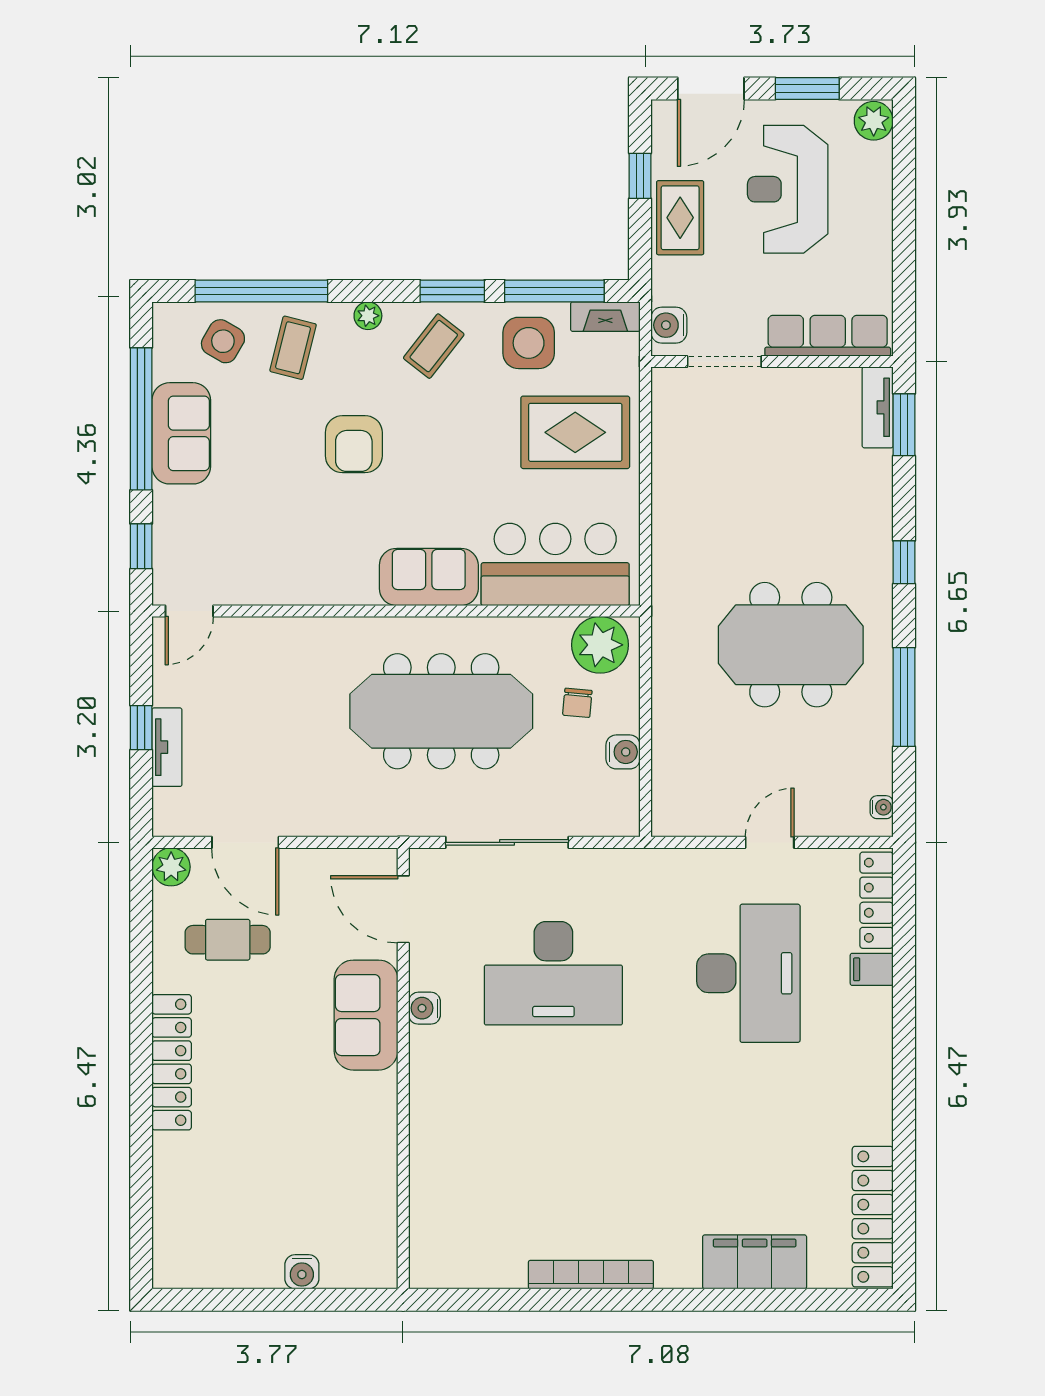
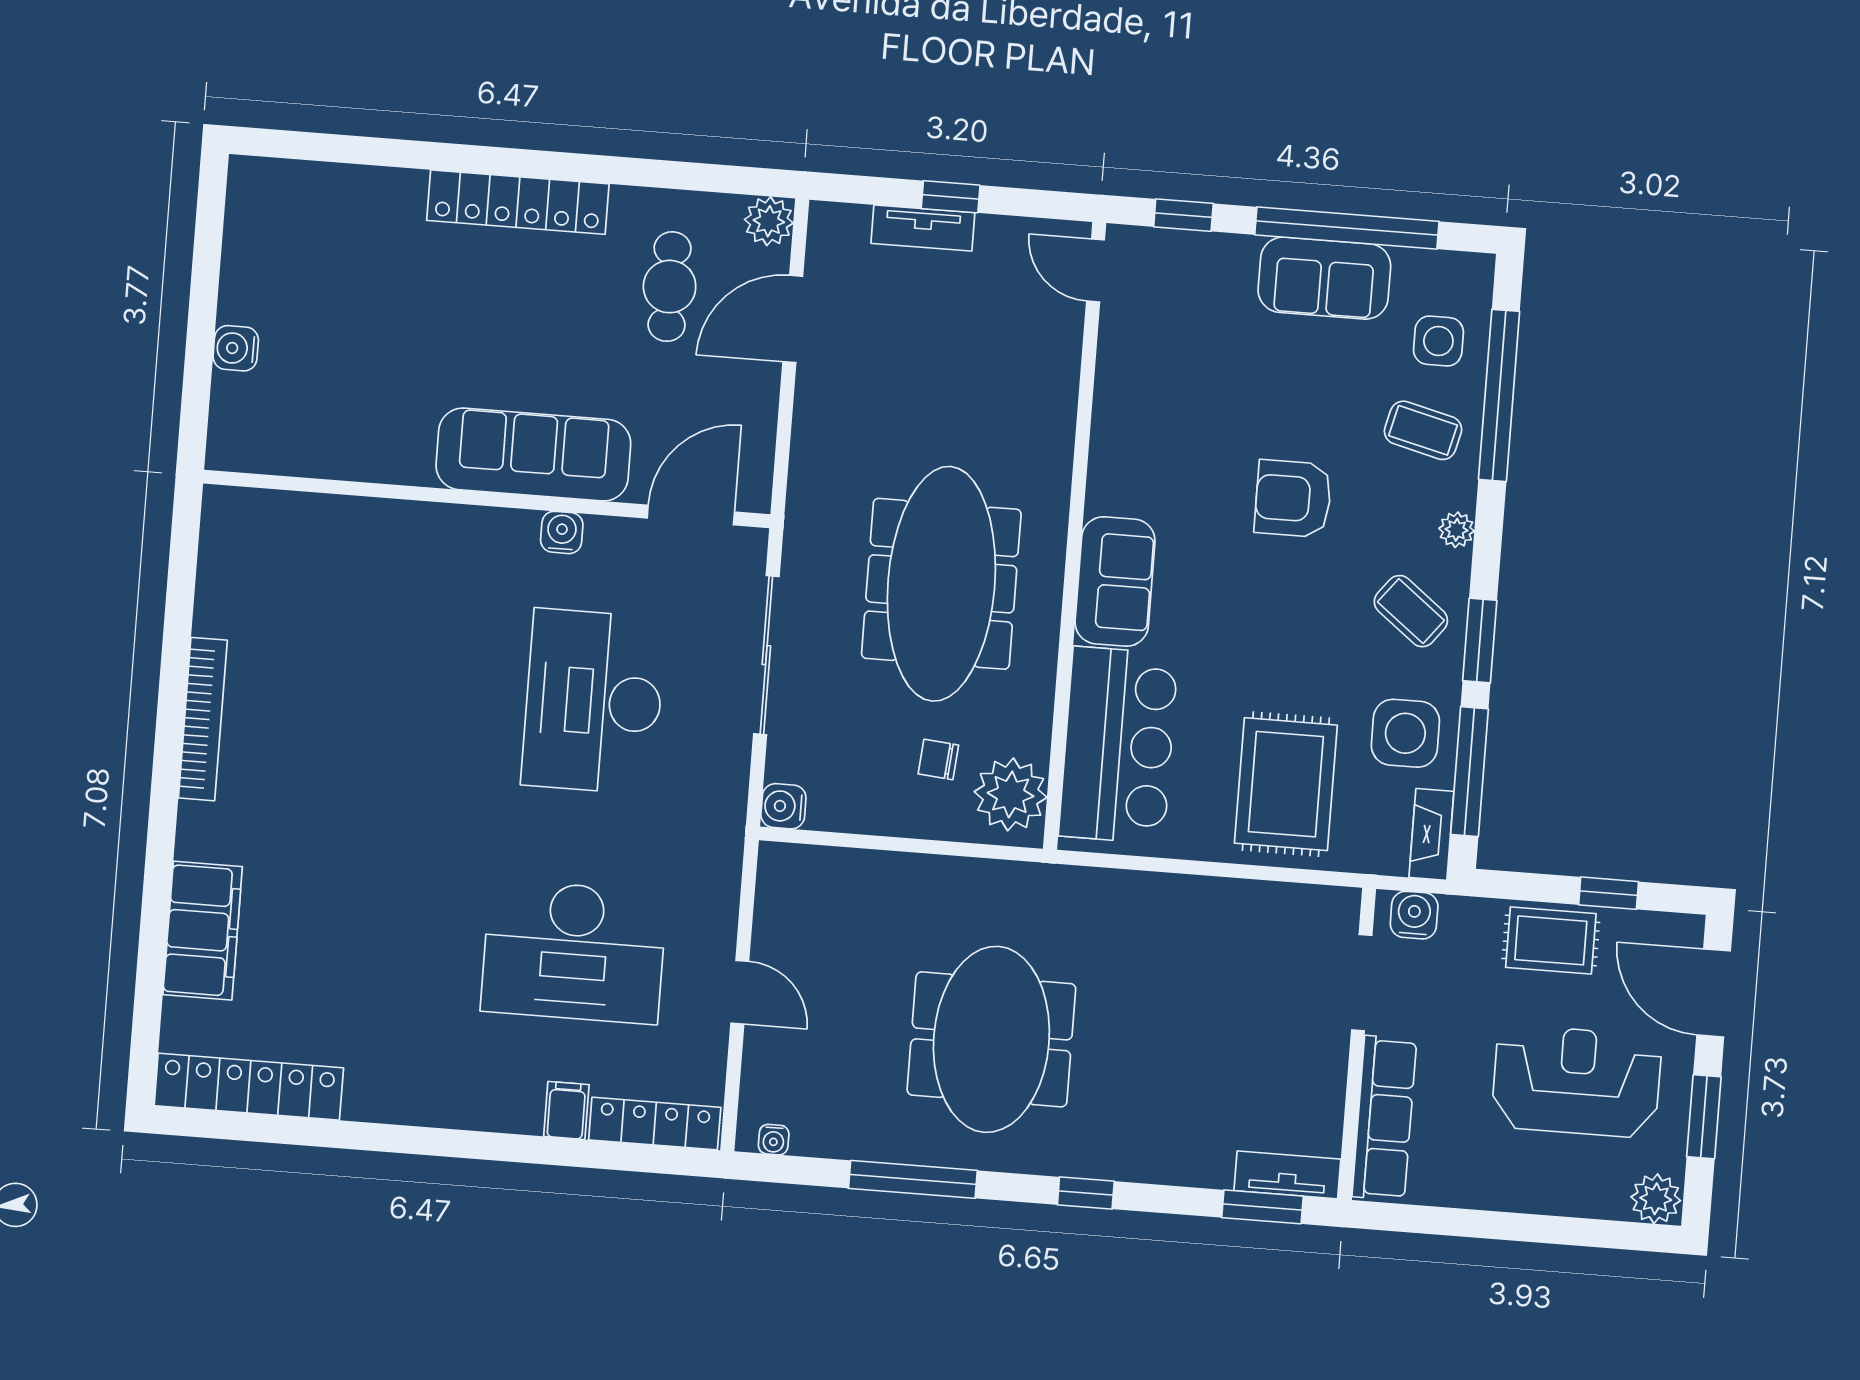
side table: (223, 341) -> (1438, 341), turned -30
water cooler: (623, 752) -> (783, 806), moved, turned 90
sofa: (366, 1015) -> (533, 455), width x1.36

